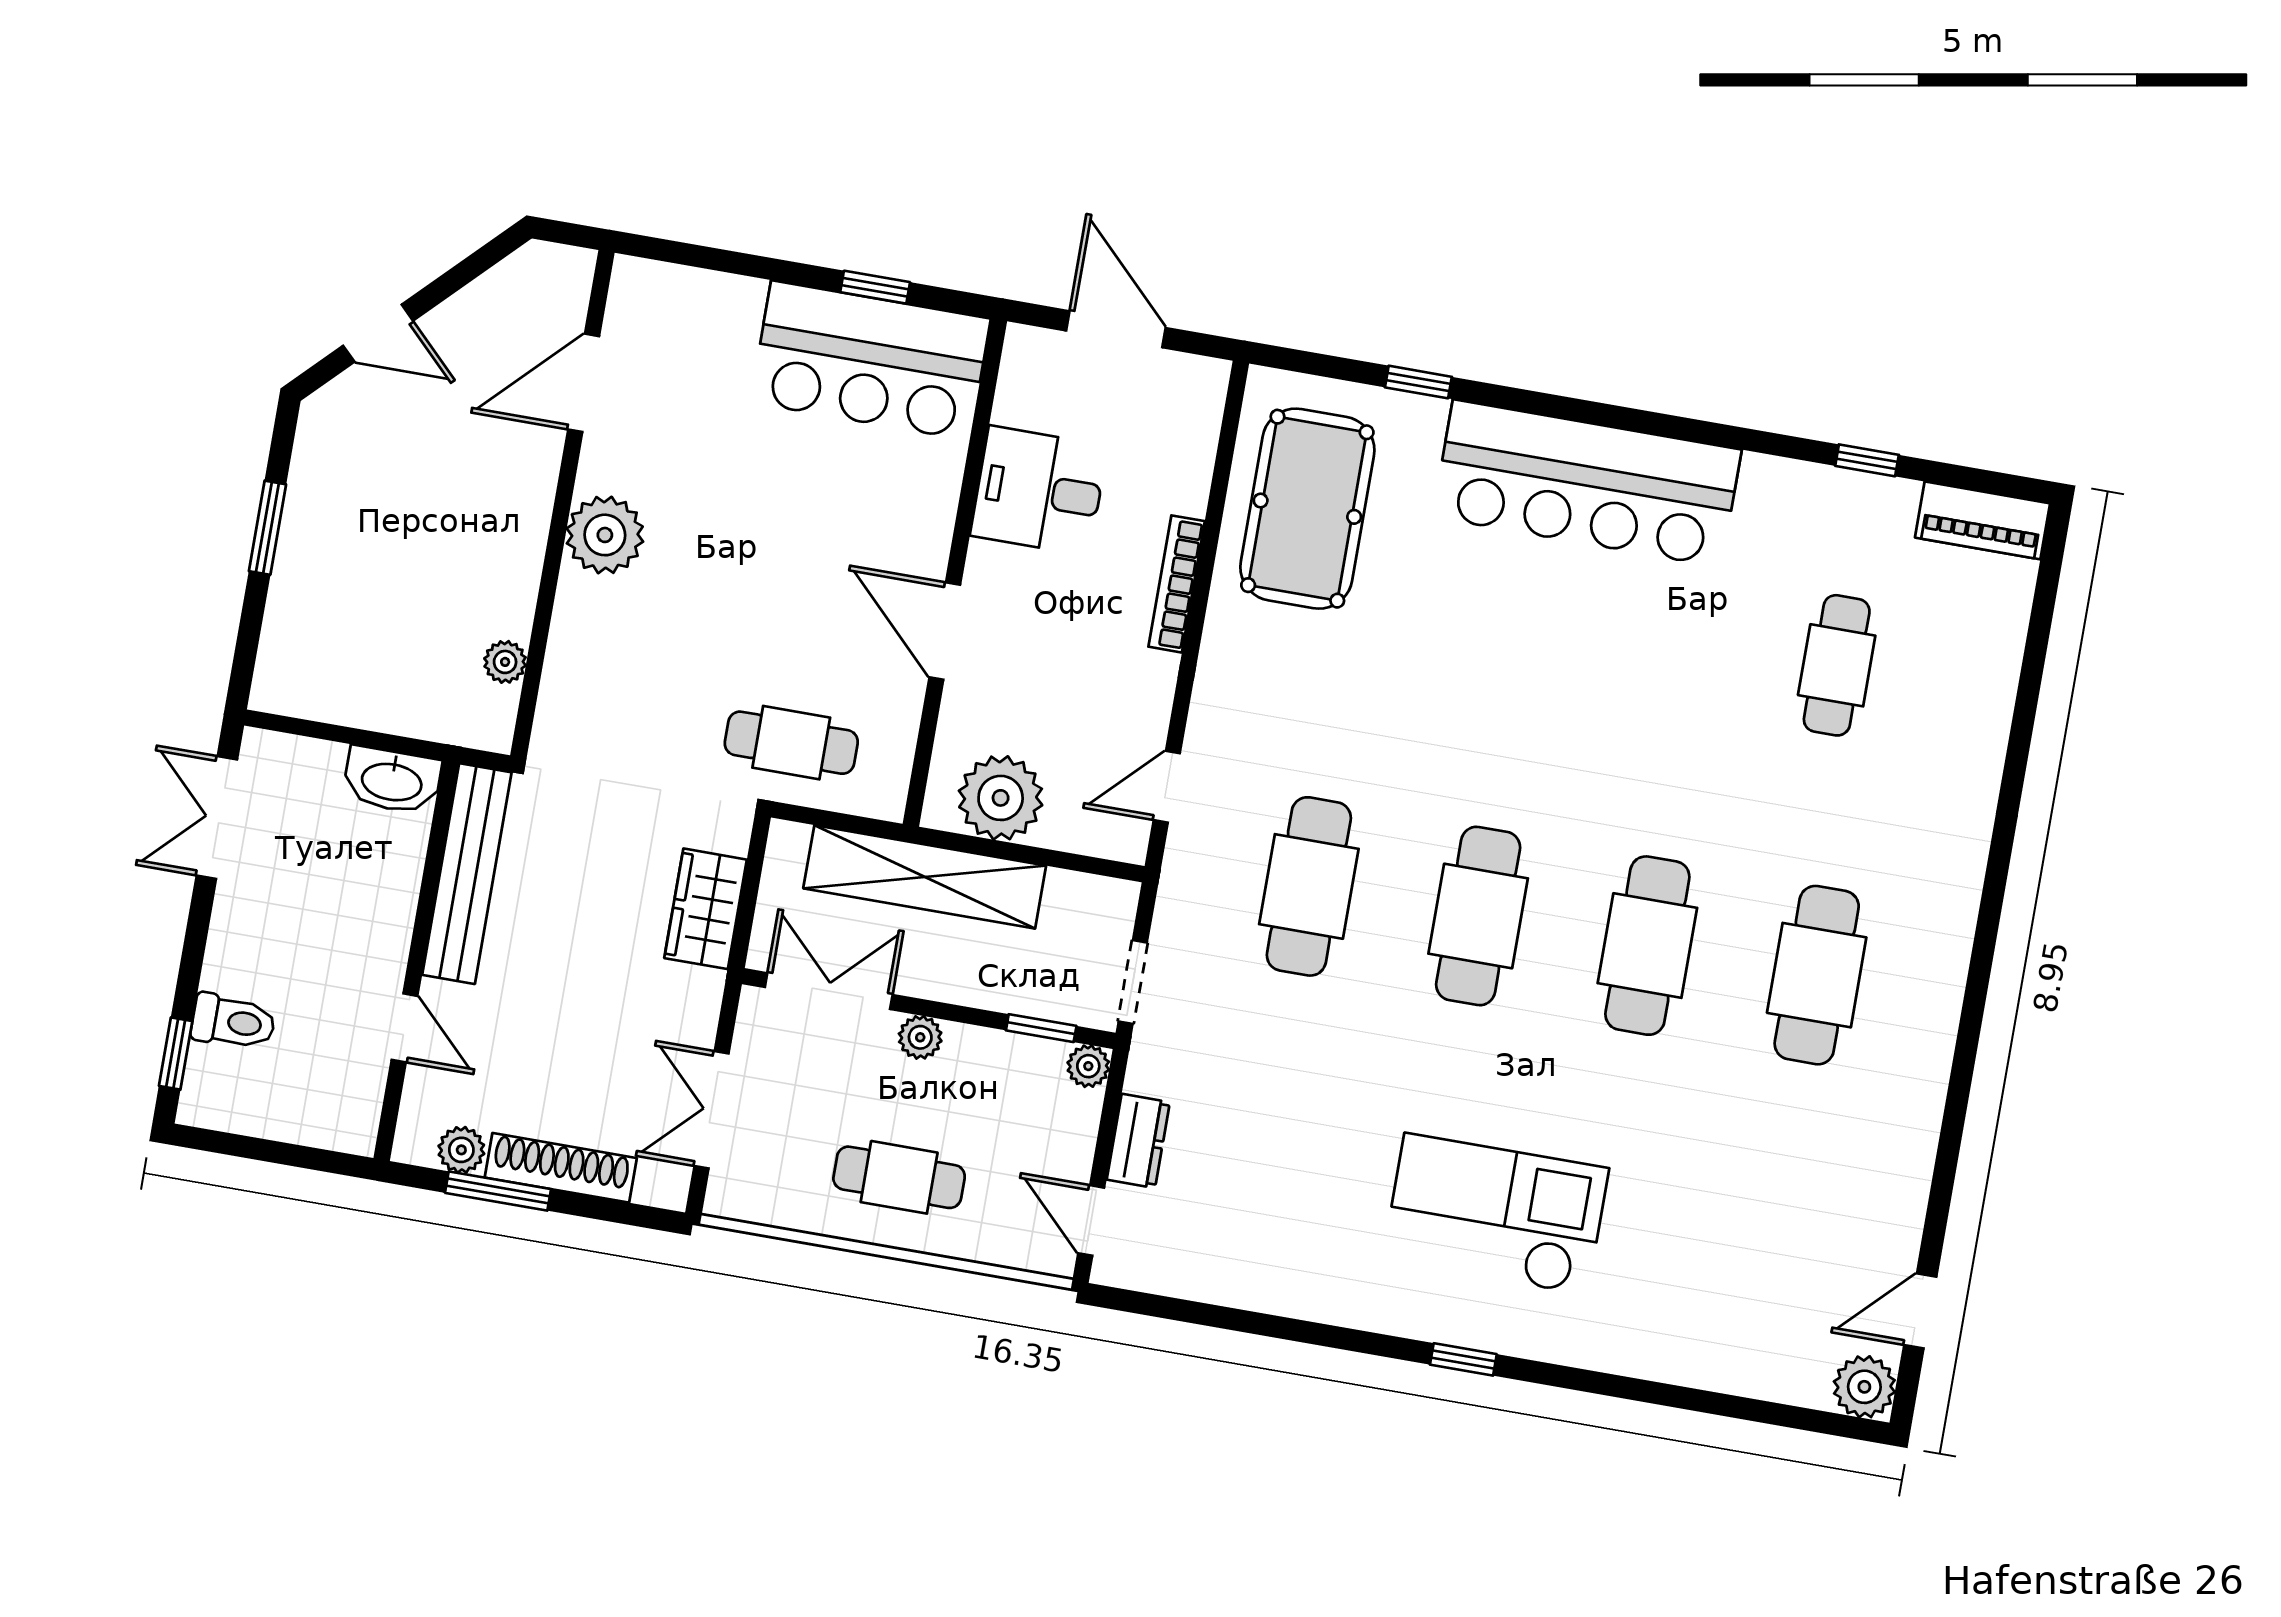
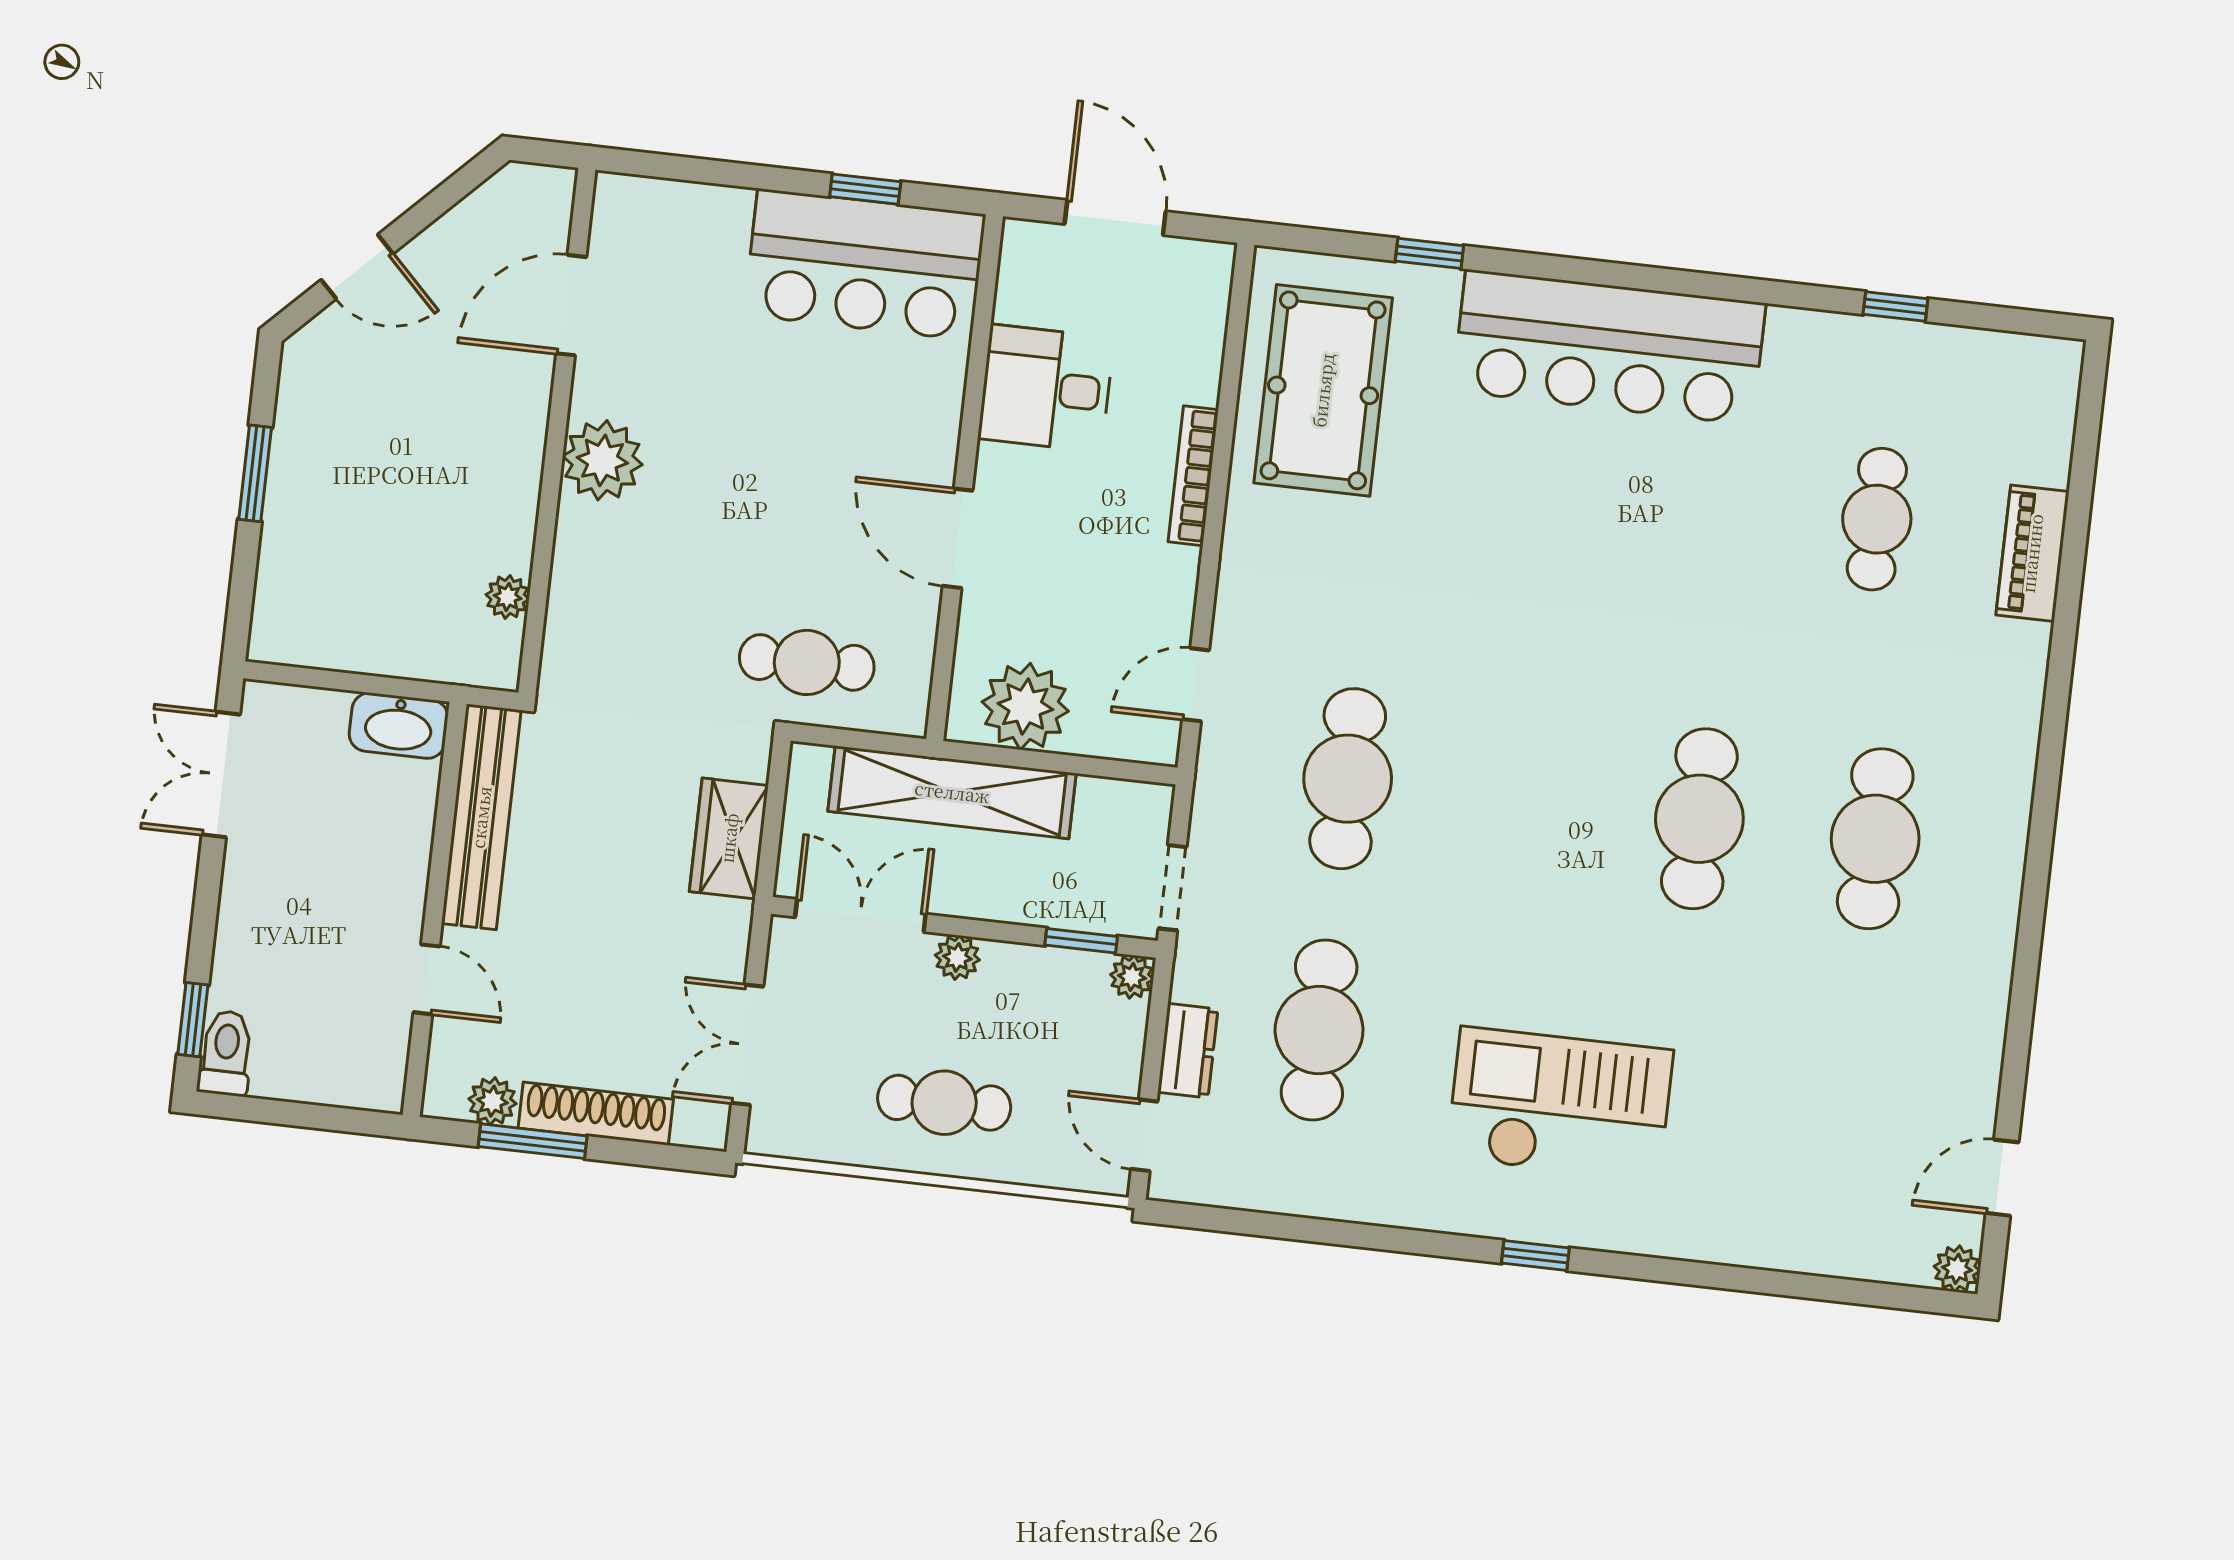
piano: (1983, 520) -> (2032, 553), moved, turned 90
cafe table: (1478, 916) -> (1319, 1030), moved
toilet: (233, 1022) -> (226, 1053), moved, turned -90
plant: (1864, 1387) -> (1957, 1269), width x0.73, depth x0.73

